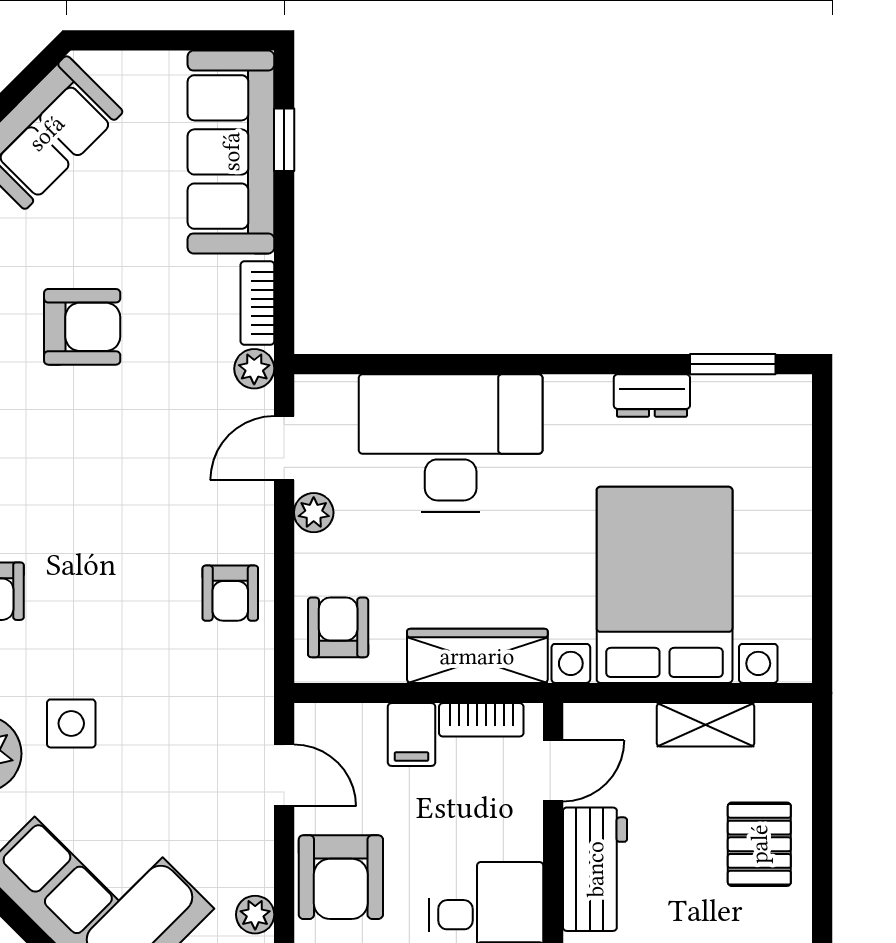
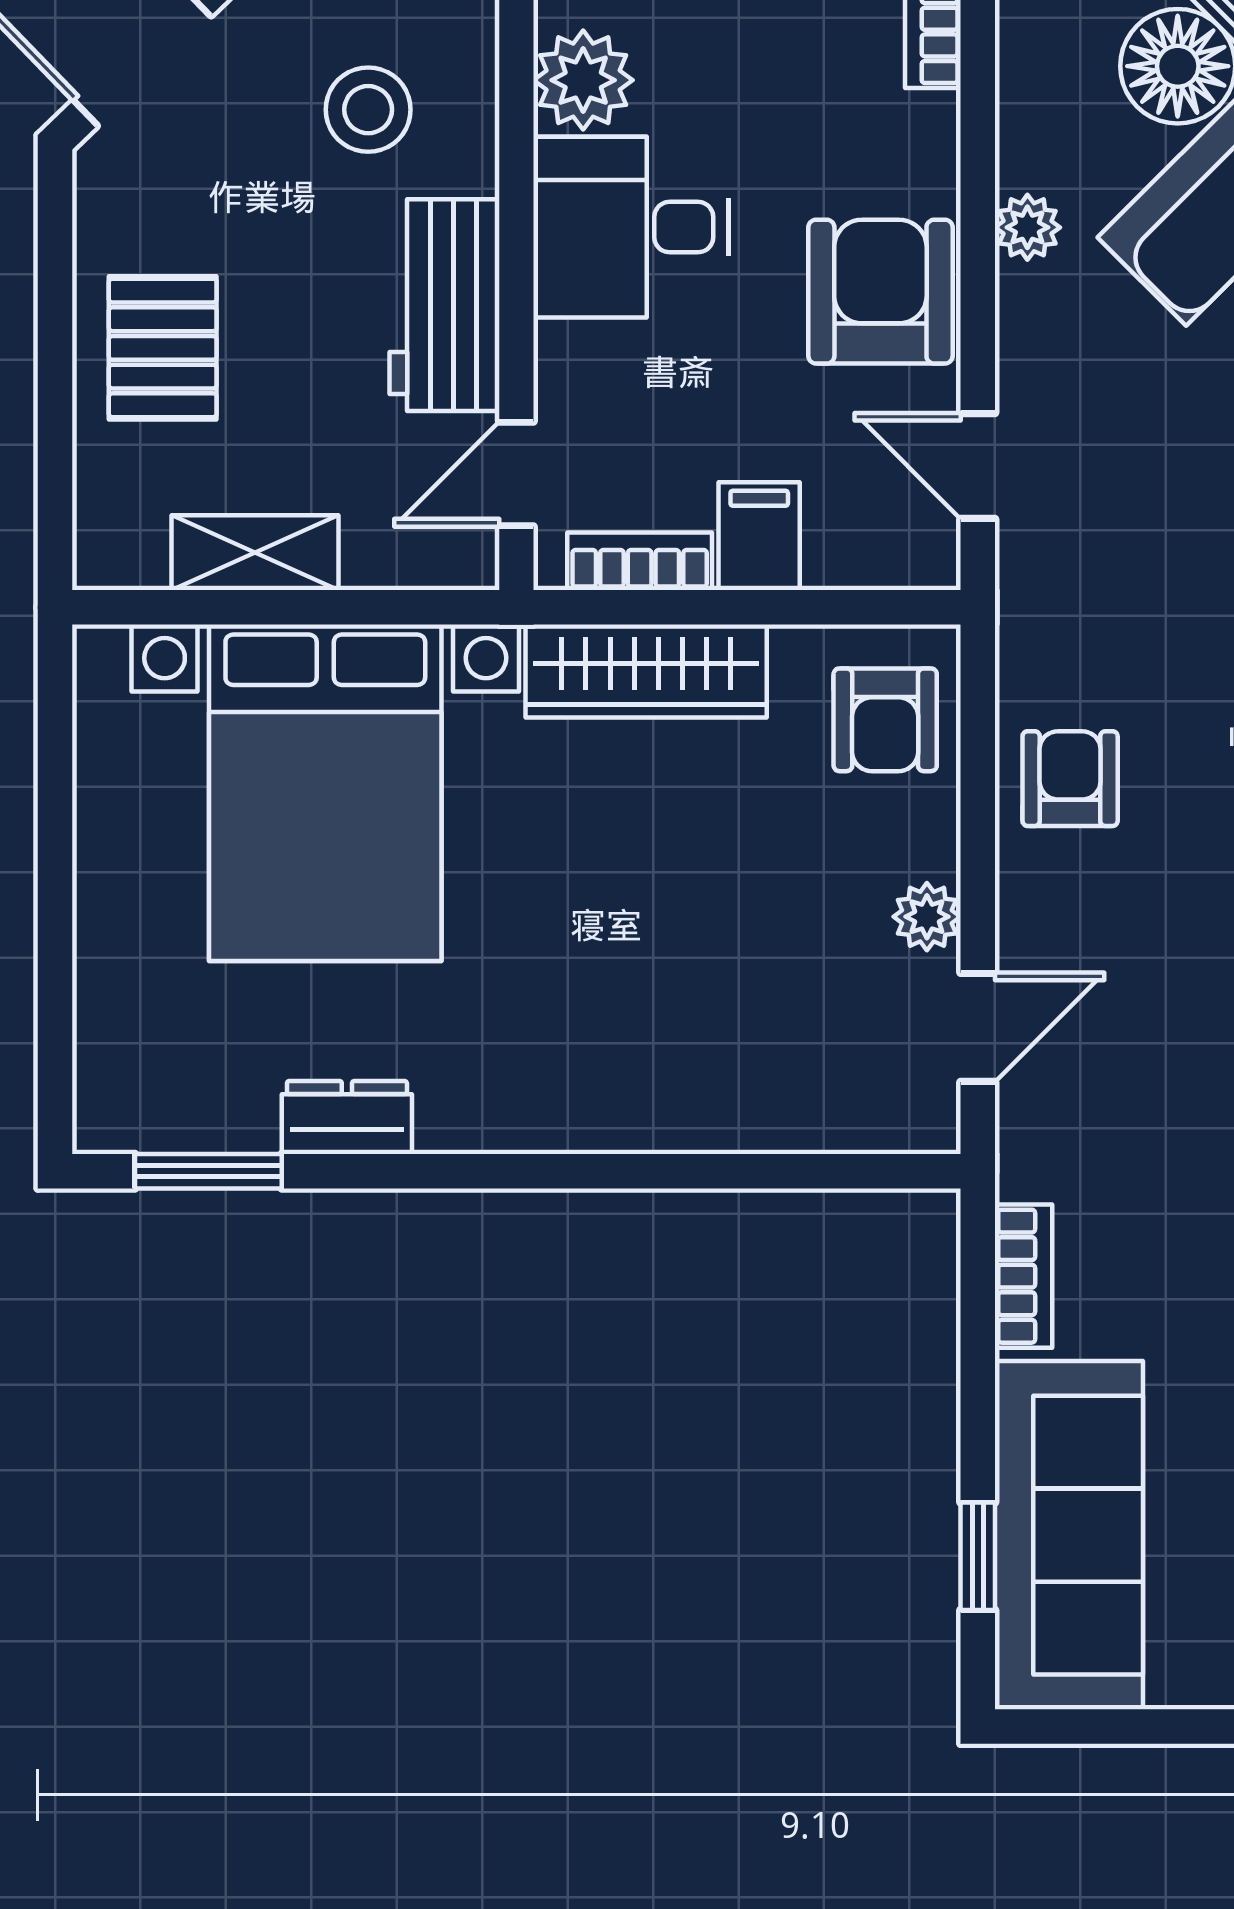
plant: (254, 369) -> (1029, 1164), removed
desk: (451, 443) -> (692, 1036), removed

